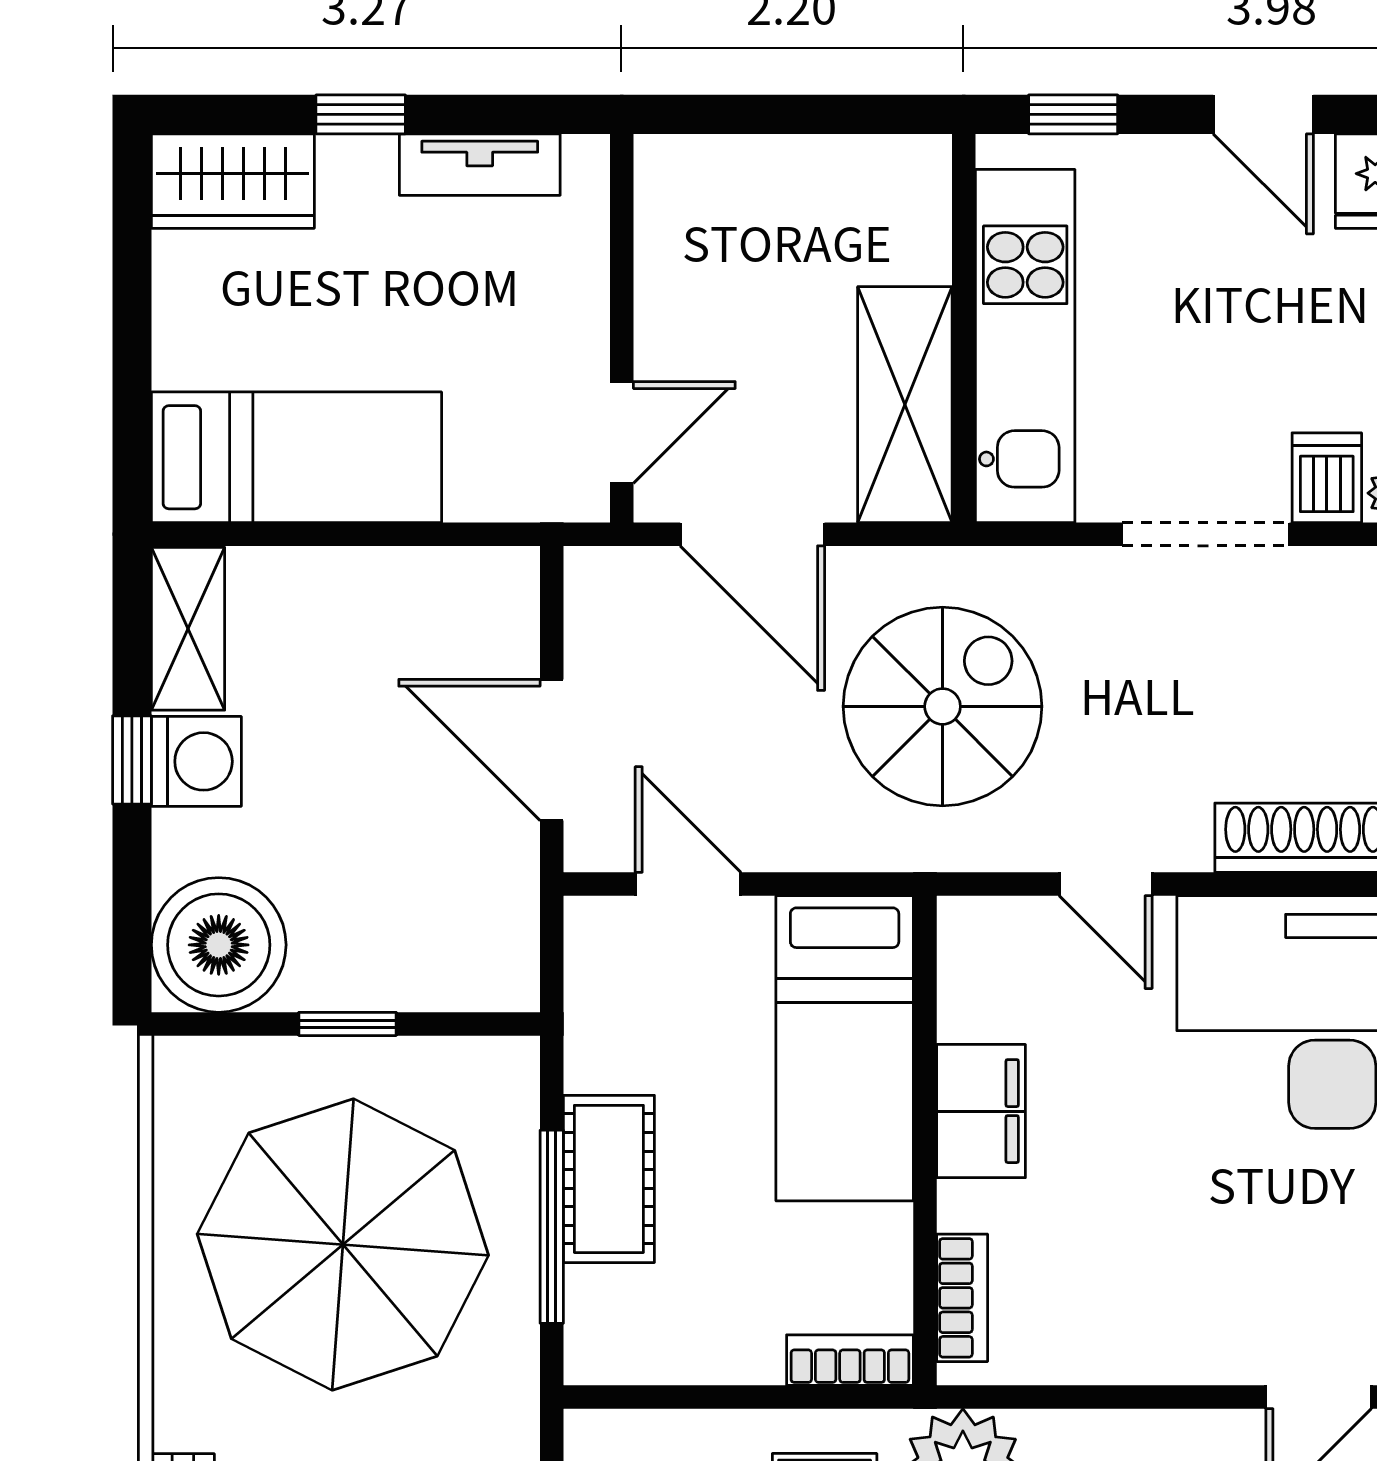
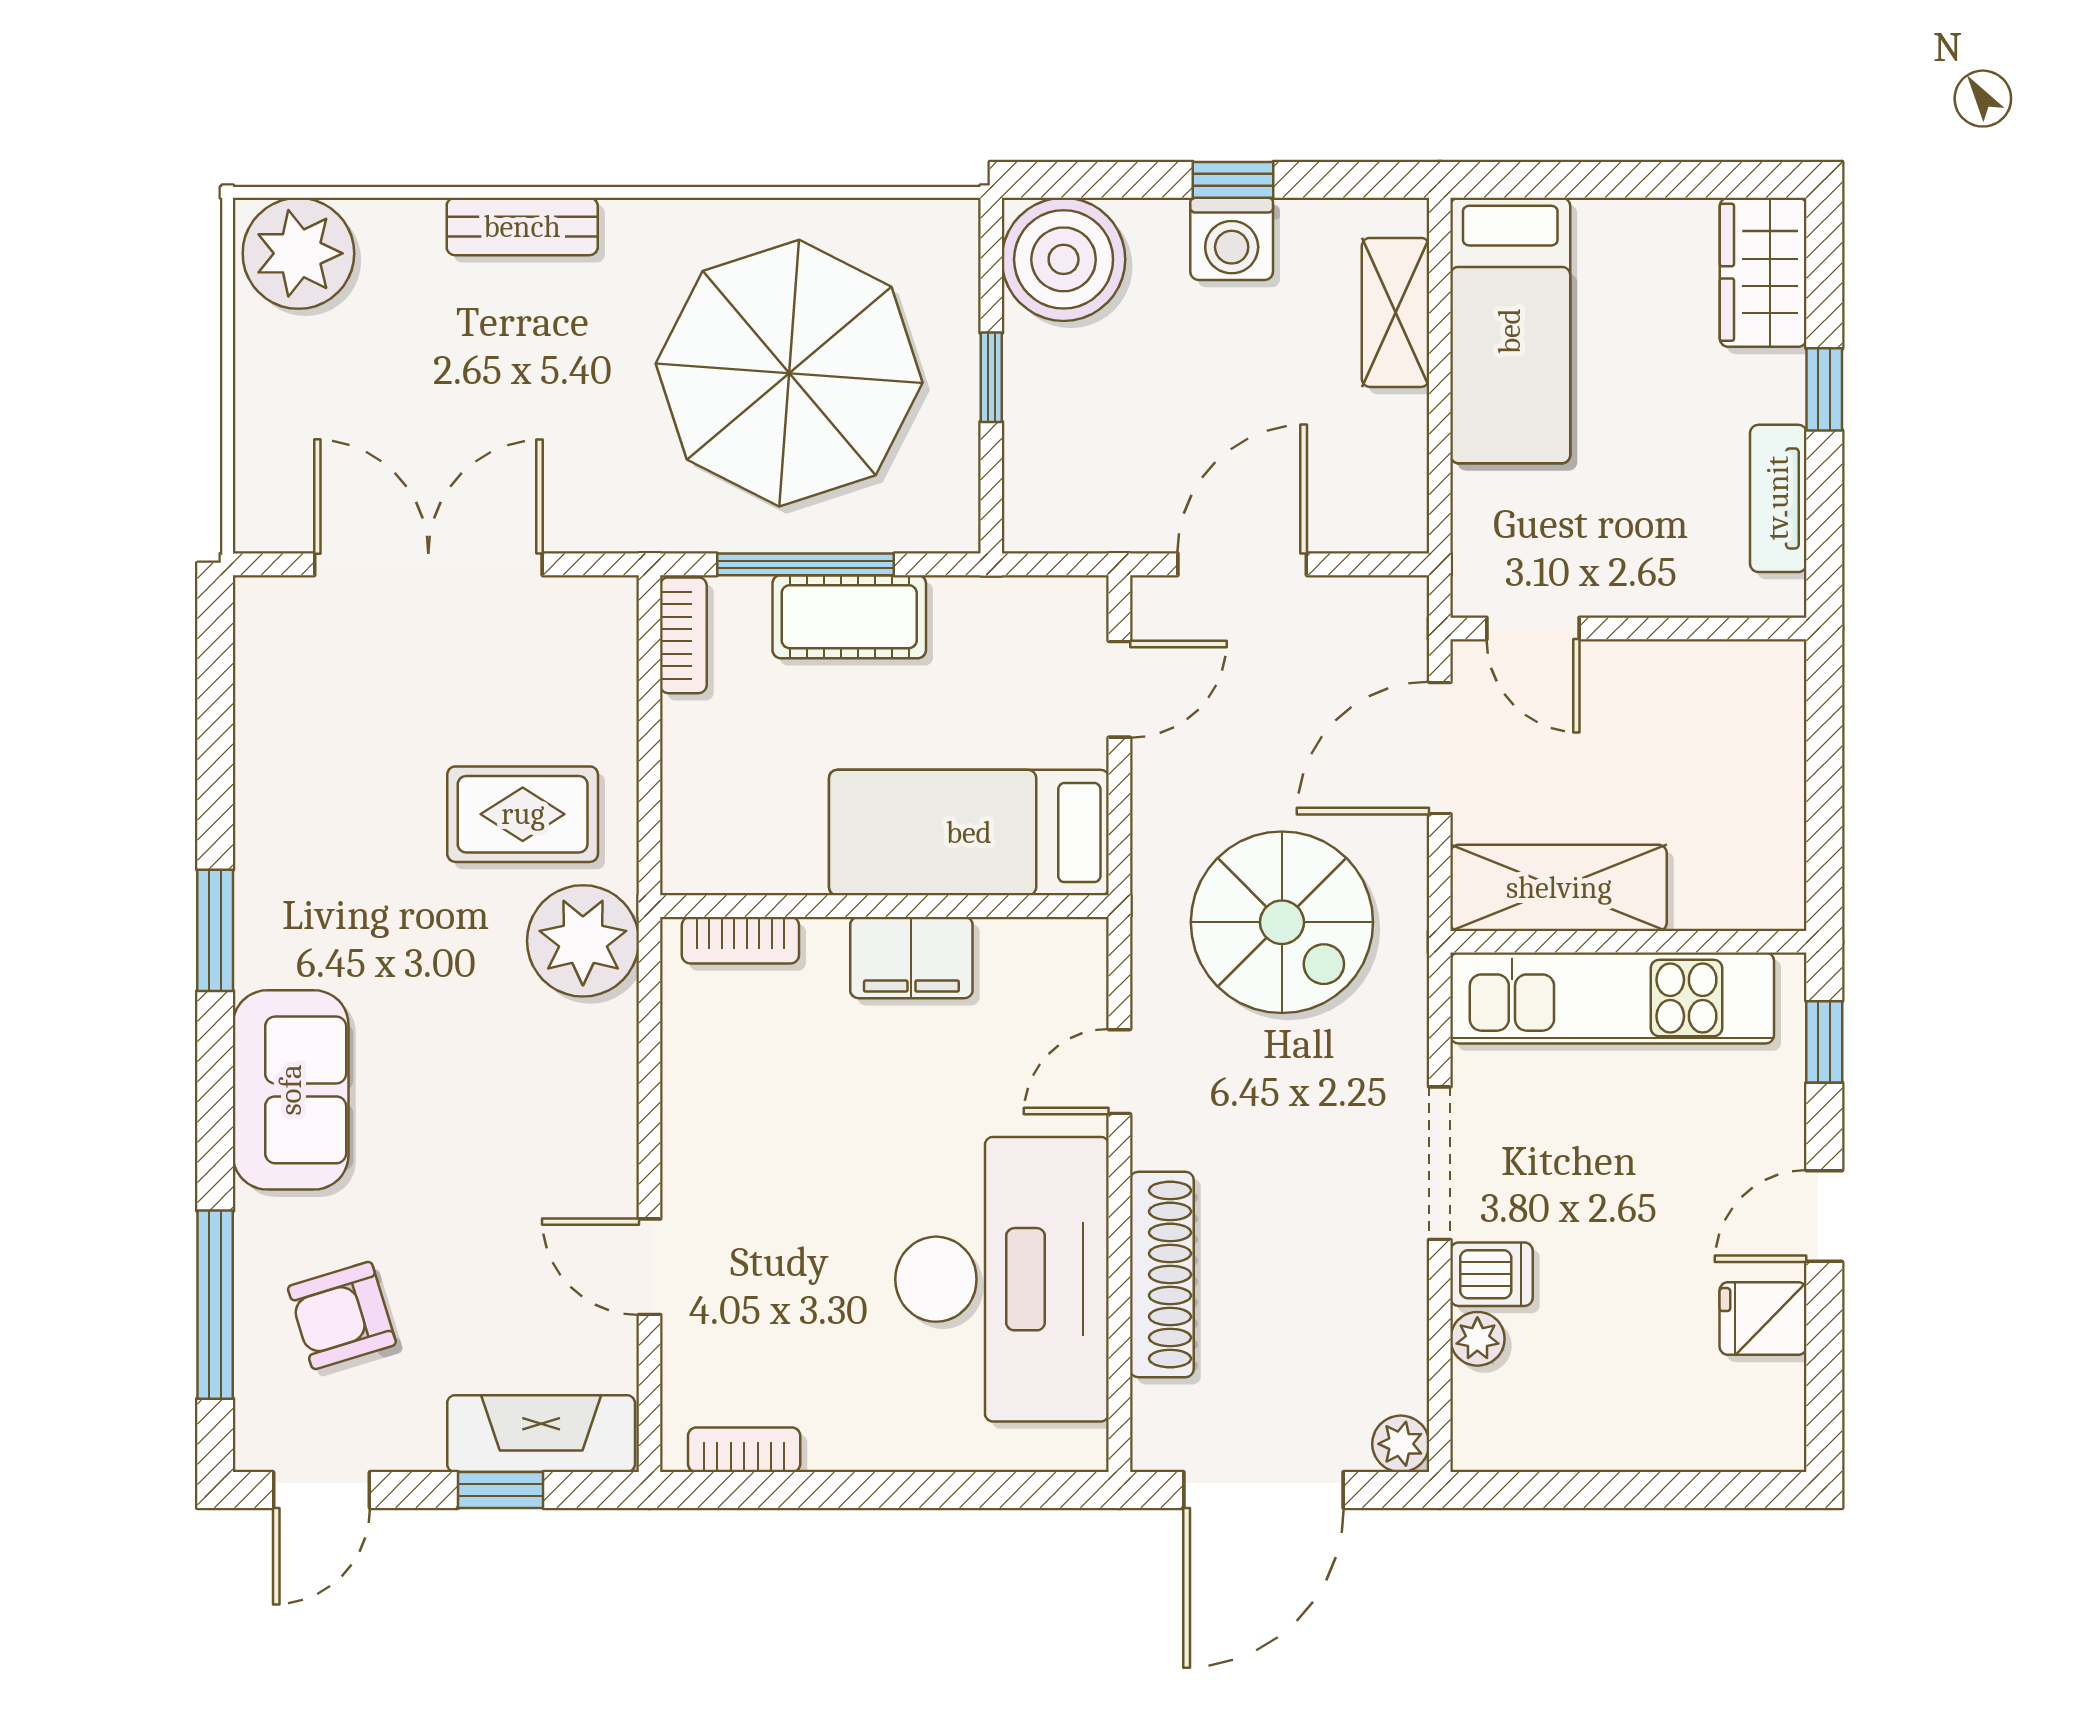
shelving: (188, 629) -> (1396, 312), moved, turned 90
bookcase: (850, 1360) -> (683, 635), moved

